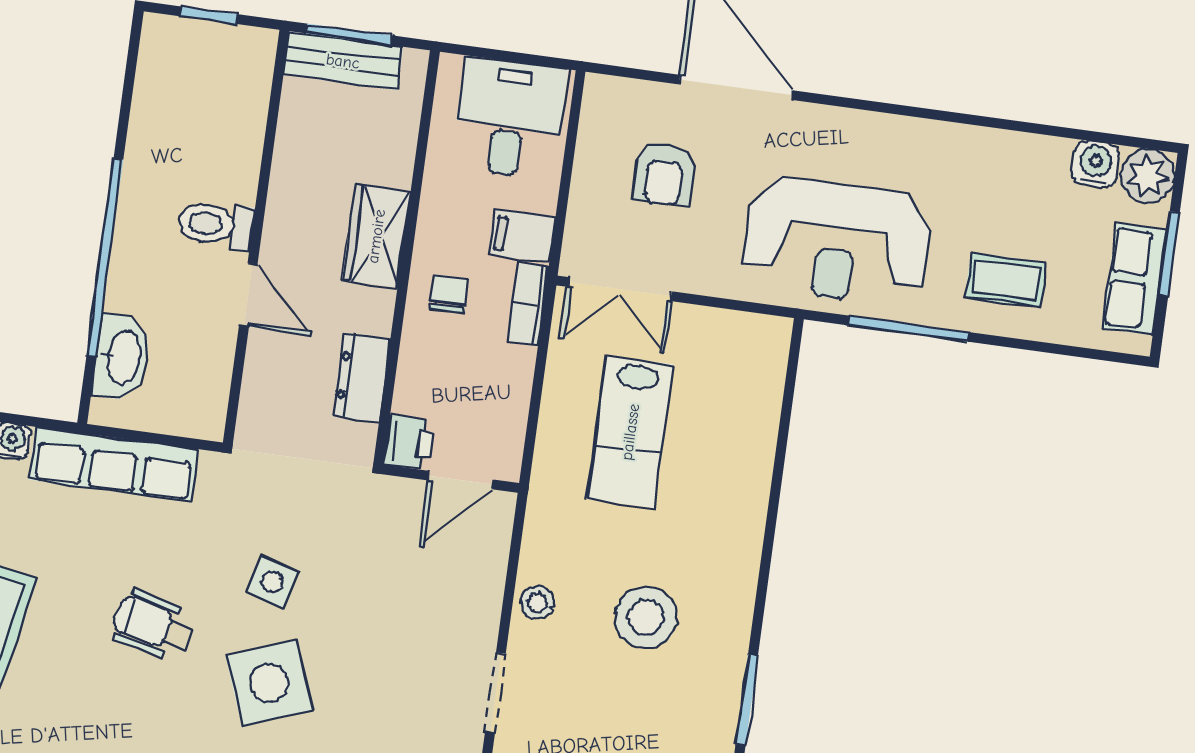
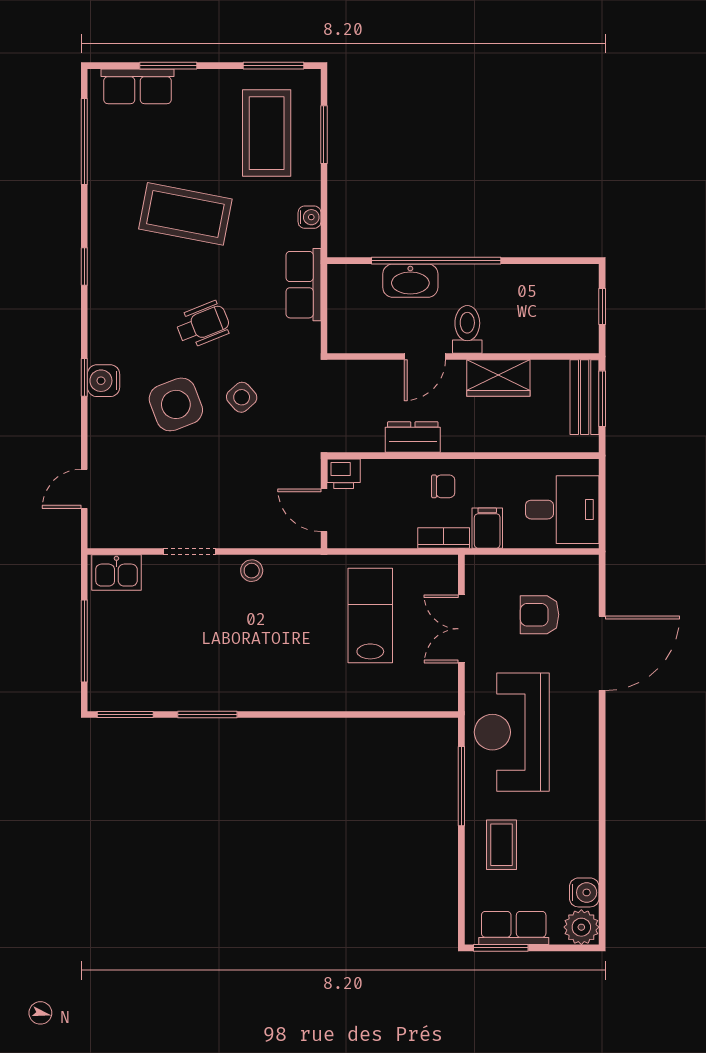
wardrobe: (376, 236) -> (498, 378), moved, turned 180
window: (1169, 254) -> (501, 948), moved
double door: (620, 289) -> (461, 629), moved
washbasin: (122, 357) -> (410, 281), moved
dresser: (361, 378) -> (413, 437), moved
lab bench: (630, 432) -> (370, 615), turned 90
row of seats: (114, 464) -> (303, 285), width x0.68
side table: (272, 582) -> (242, 397), turned 32
stool: (646, 617) -> (252, 642), removed
wheelchair: (153, 625) -> (203, 325), turned 54

